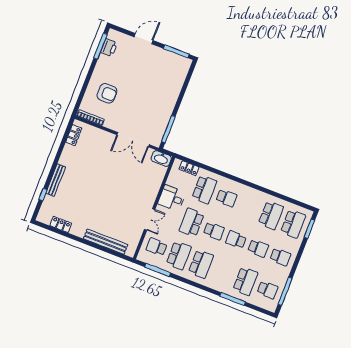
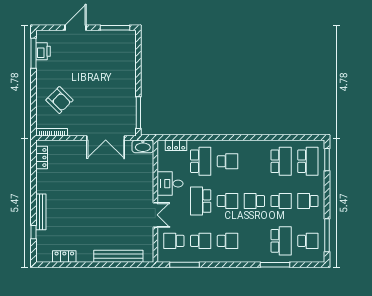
armchair: (107, 93) -> (59, 100), turned 45
school desk: (179, 255) -> (201, 241), width x0.54
school desk: (280, 257) -> (308, 201), turned 180
school desk: (201, 264) -> (228, 241), width x0.54

